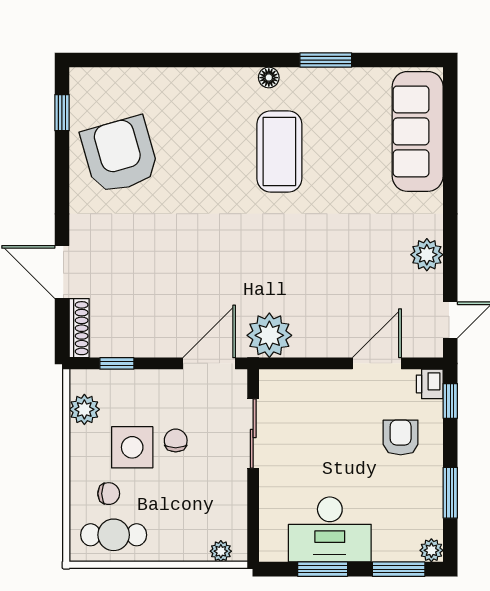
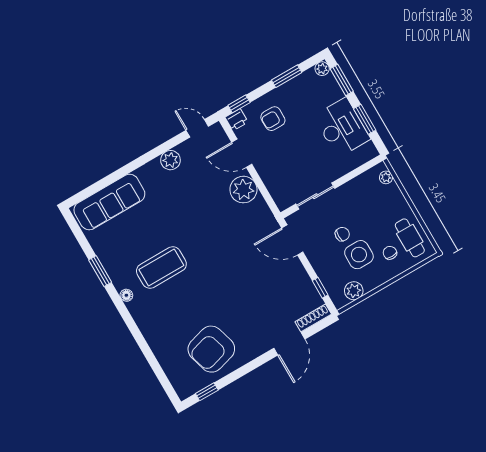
plant: (269, 335) -> (243, 190), moved
chair: (176, 440) -> (342, 234), turned 180

